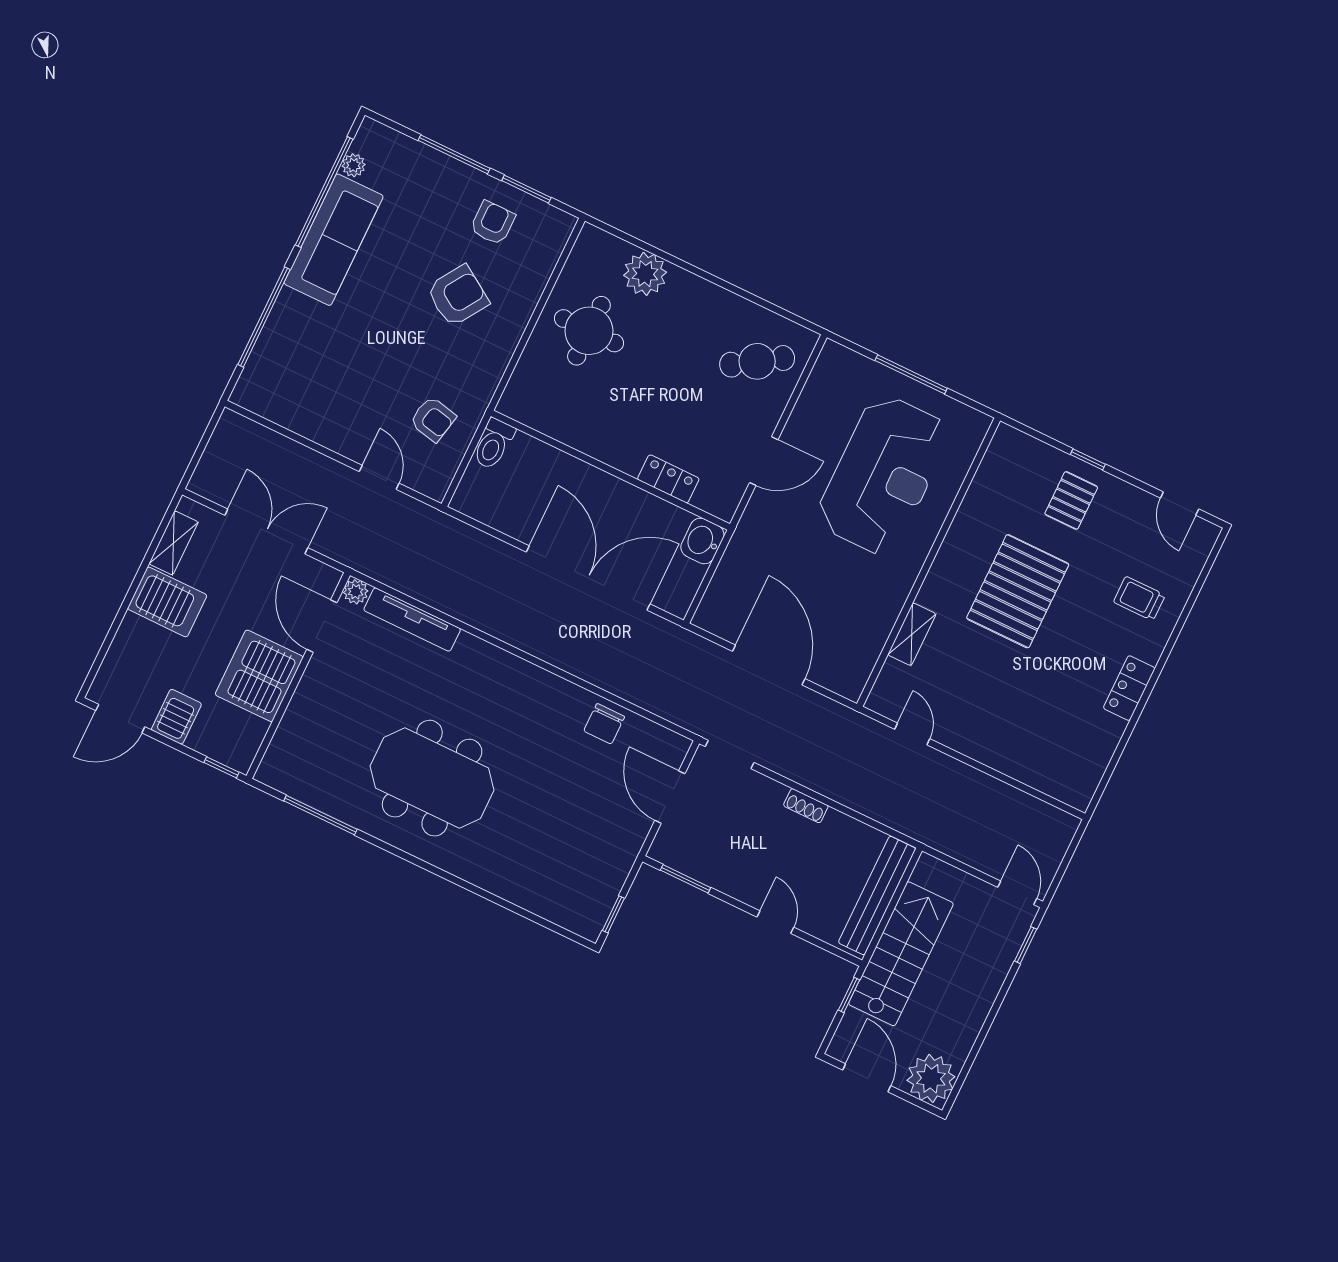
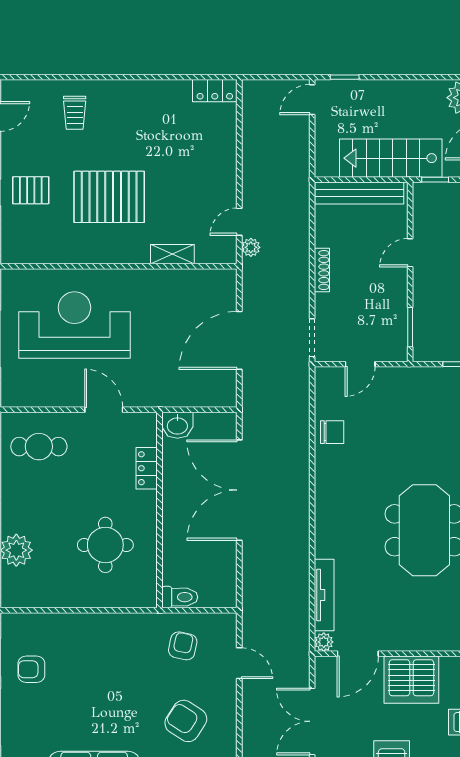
armchair: (458, 296) -> (186, 721), moved
round table: (589, 331) -> (105, 545), moved
cafe table: (757, 361) -> (39, 447), turned -57
door: (379, 477) -> (239, 663), swing flipped
locker: (1129, 688) -> (215, 91), moved
plant: (875, 733) -> (251, 247), added
door: (670, 797) -> (360, 364), width x0.73
shoe rack: (806, 806) -> (322, 270), width x1.43

